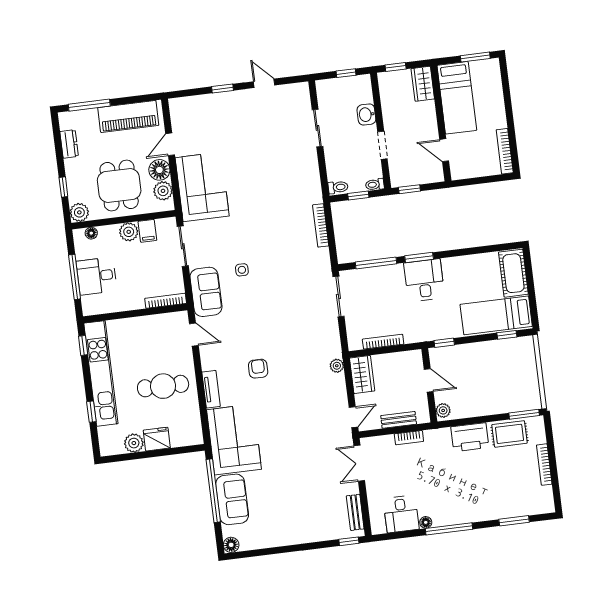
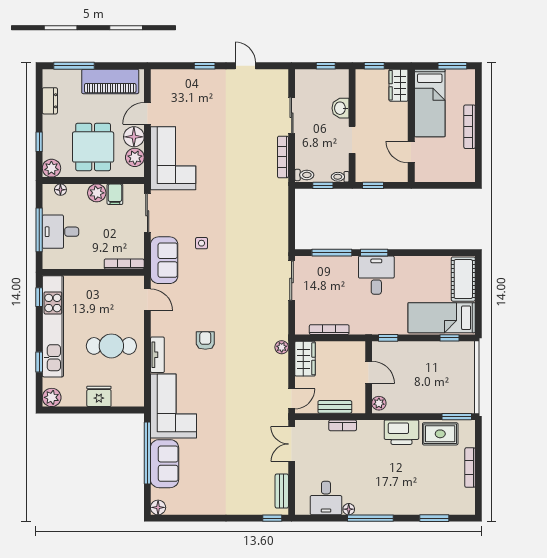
bookcase: (505, 151) -> (470, 127), moved
bookcase: (321, 225) -> (283, 157), moved
plant: (134, 443) -> (52, 397), moved

